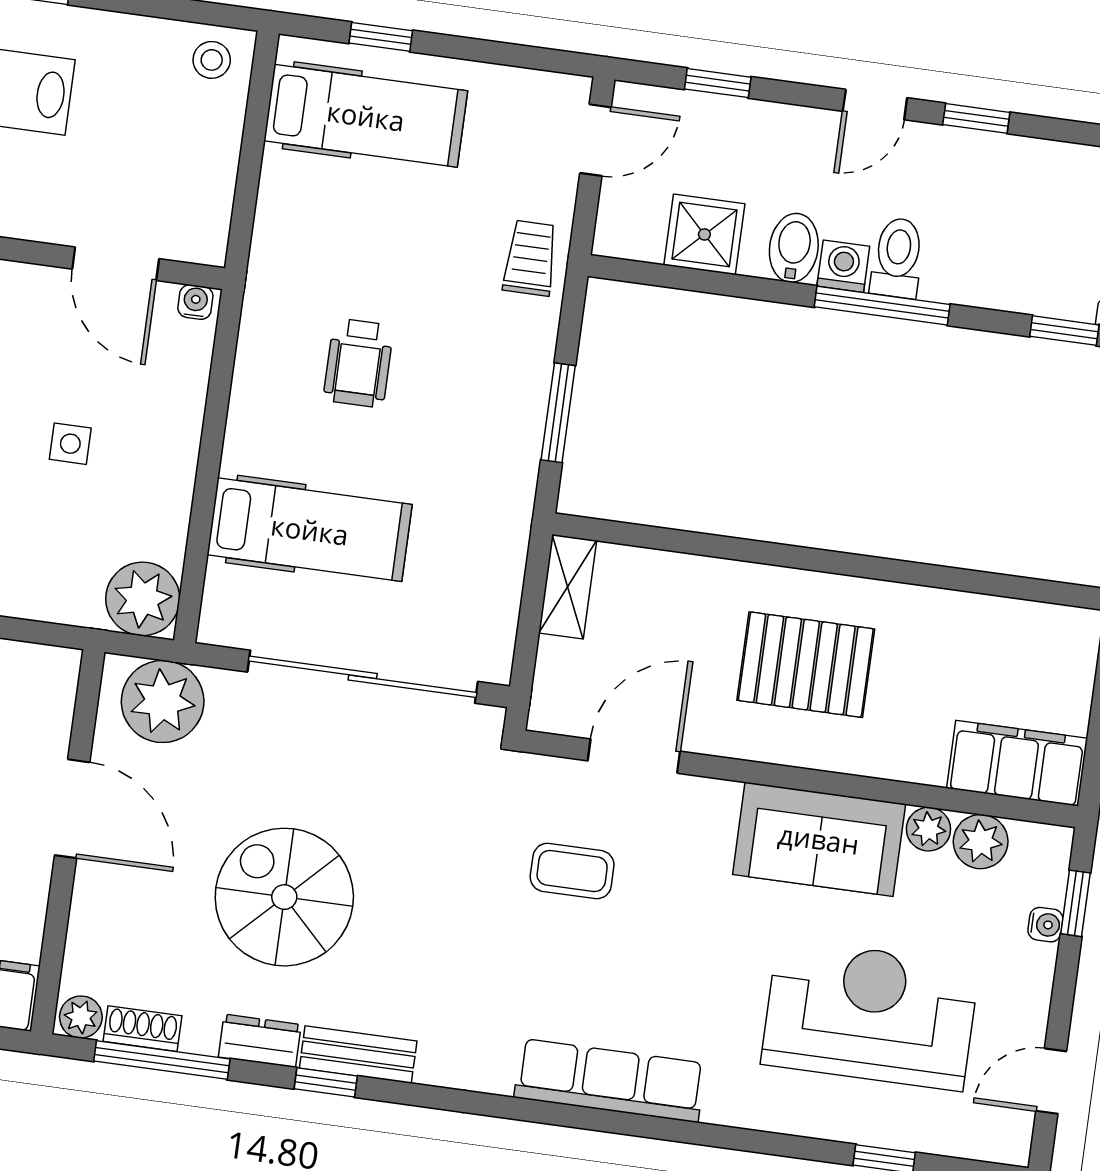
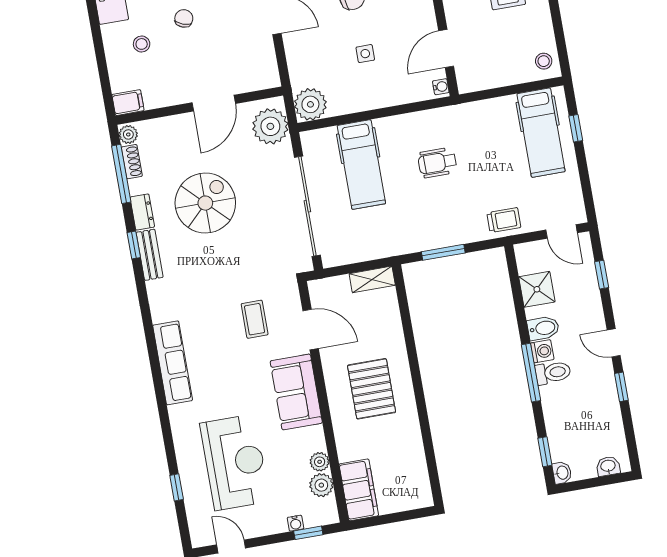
sofa: (819, 839) -> (296, 392), moved

